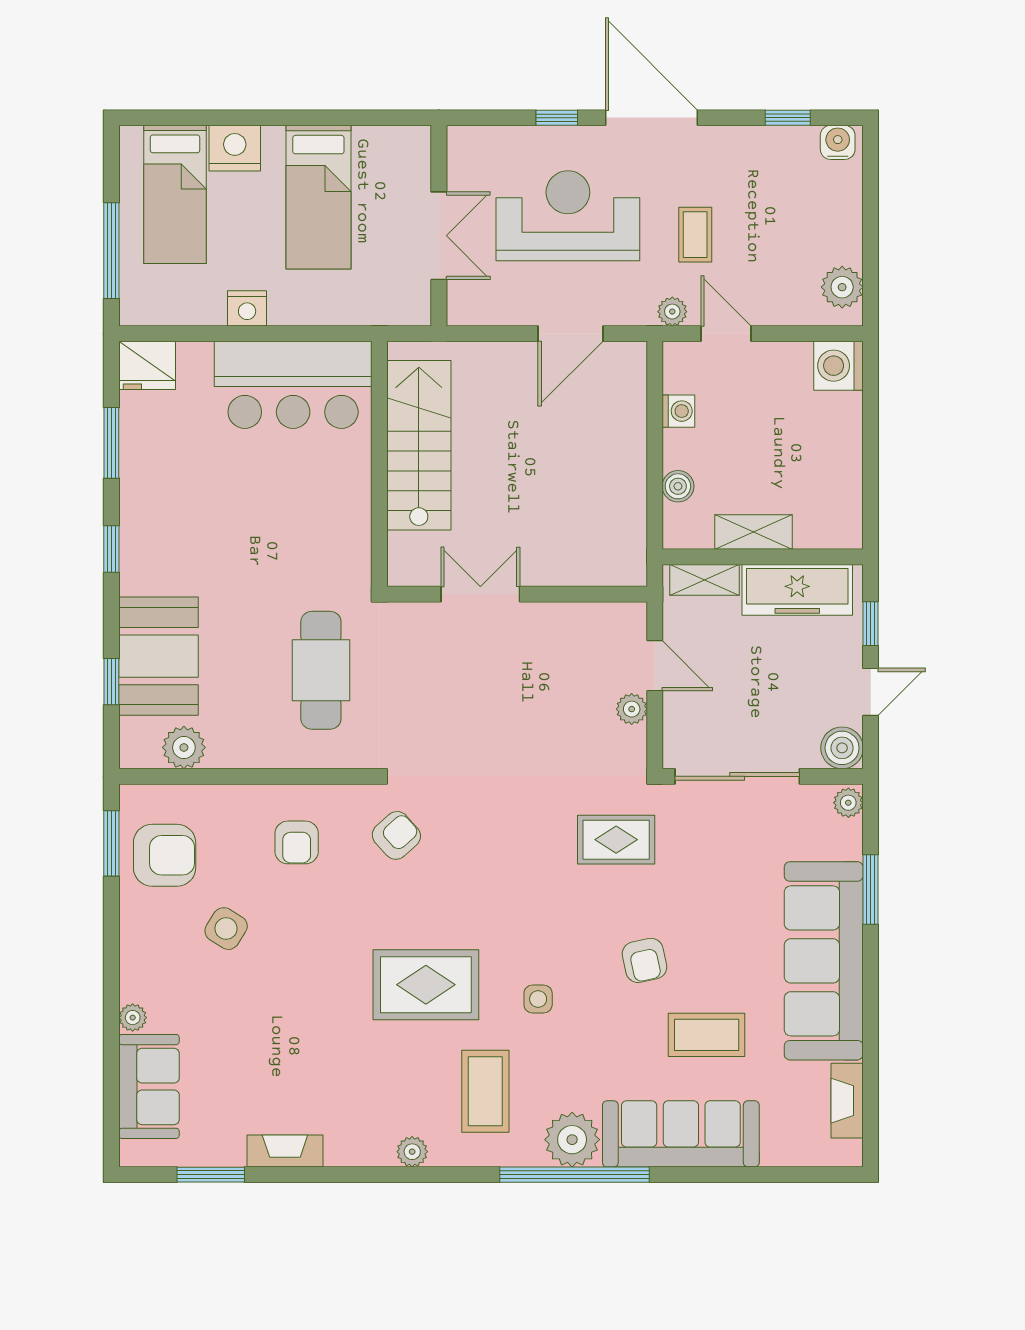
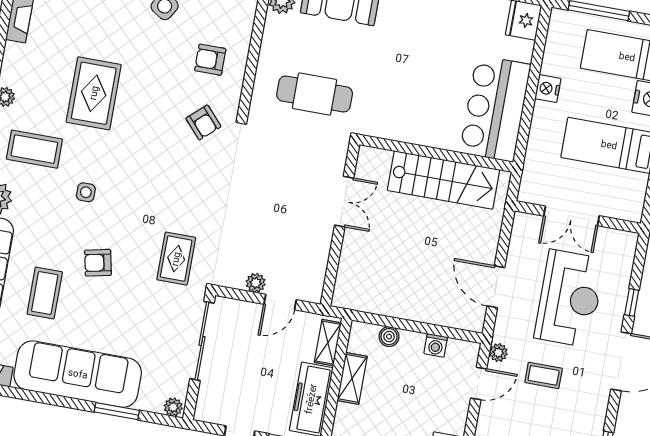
boiler: (842, 748) -> (208, 409), removed
rug: (426, 985) -> (94, 93), moved

